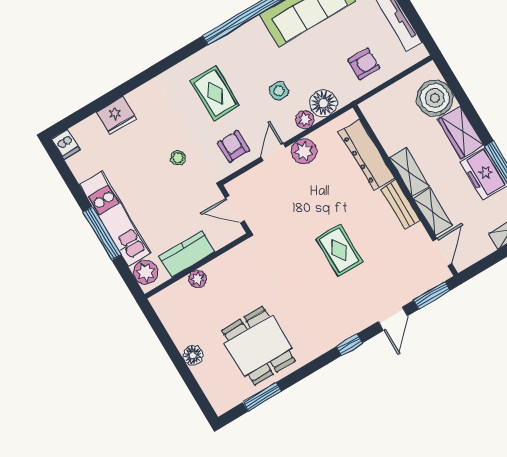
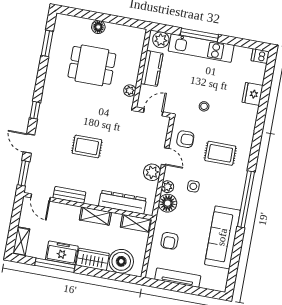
bench: (400, 204) -> (69, 195), moved
shelving: (433, 212) -> (136, 223), moved
plant: (197, 279) -> (130, 91), moved
dining table: (259, 346) -> (92, 65), moved

